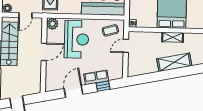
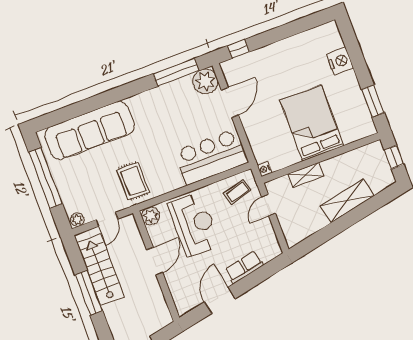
shelving: (173, 37) -> (306, 175), moved
window: (103, 86) -> (259, 276), removed

